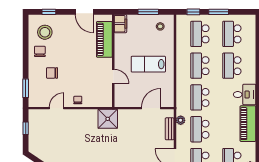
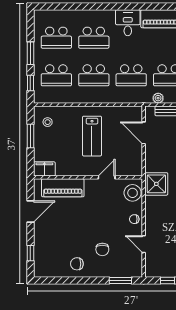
stool: (45, 32) -> (133, 193), moved

